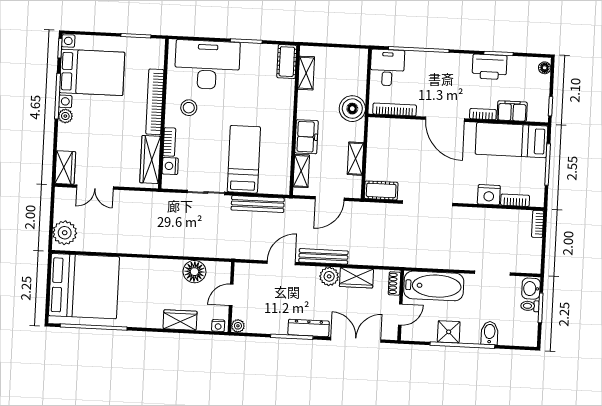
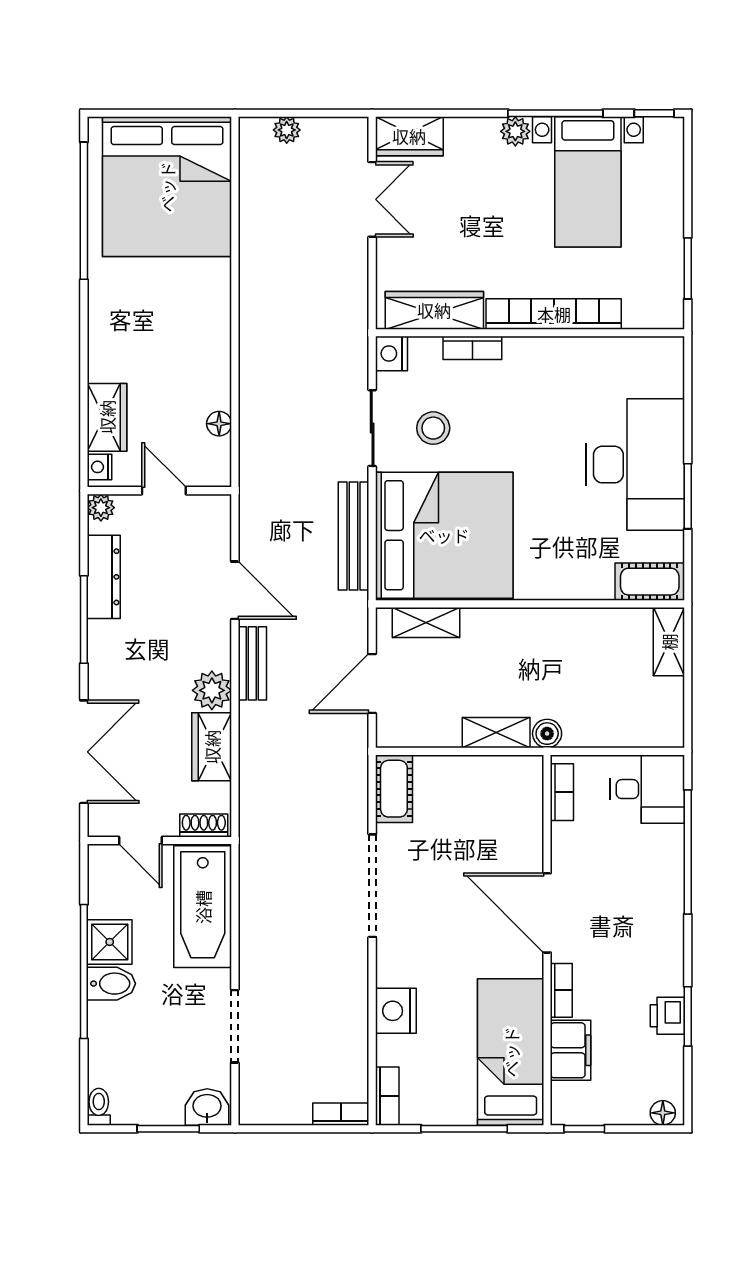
desk: (207, 65) -> (635, 465), moved
printer: (490, 67) -> (667, 1016), width x0.53, depth x0.68
bed with nightstands: (92, 72) -> (588, 182), width x0.73
shelving: (306, 73) -> (669, 642), moved, turned 90
stool: (189, 108) -> (433, 428), moved
boiler: (352, 109) -> (547, 734), width x0.54, depth x0.54
bookcase: (395, 109) -> (562, 792), width x0.64
door: (445, 119) -> (547, 913), hinge flipped
freezer: (306, 137) -> (497, 630), removed
bed: (244, 159) -> (444, 535), width x2.04
shelving: (355, 159) -> (496, 733), moved
nightstand: (170, 166) -> (391, 354), moved, turned -90
double door: (95, 187) -> (372, 199), swing flipped
door: (330, 199) -> (372, 683), hinge flipped
bookcase: (515, 200) -> (387, 1096), moved
plant: (65, 233) -> (287, 130), width x0.53, depth x0.53
bench: (323, 256) -> (252, 663), width x0.73
floor lamp: (194, 272) -> (219, 424), width x0.53, depth x0.53
toilet: (530, 306) -> (99, 1107), moved
wardrobe: (180, 320) -> (107, 417), moved
dresser: (309, 328) -> (104, 577), moved
bidet: (490, 333) -> (111, 984), moved

